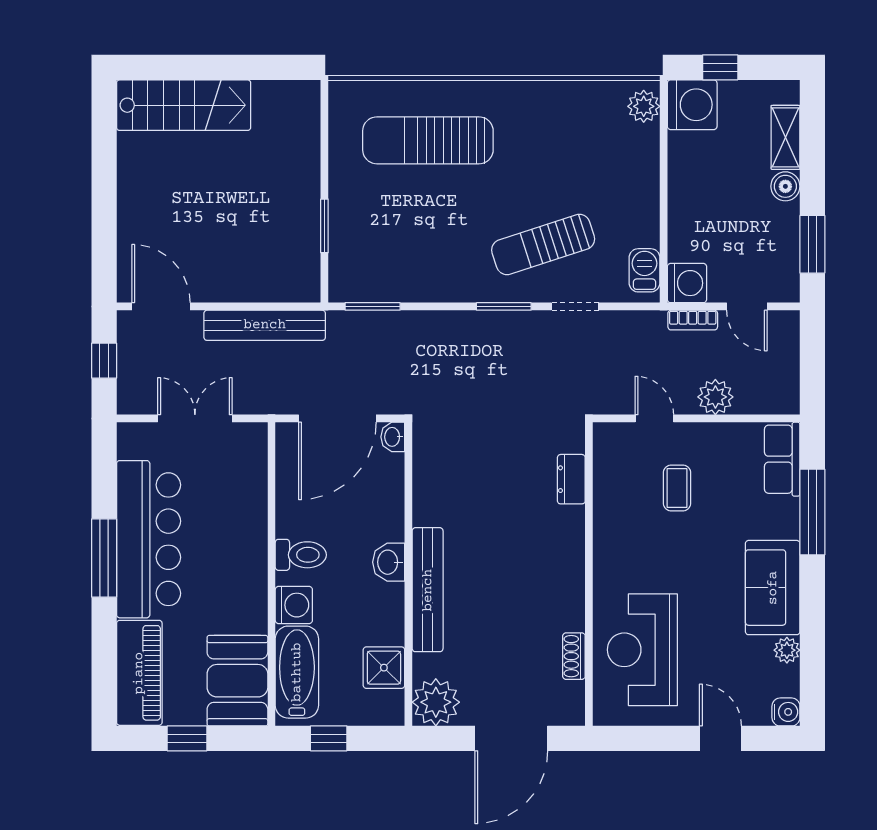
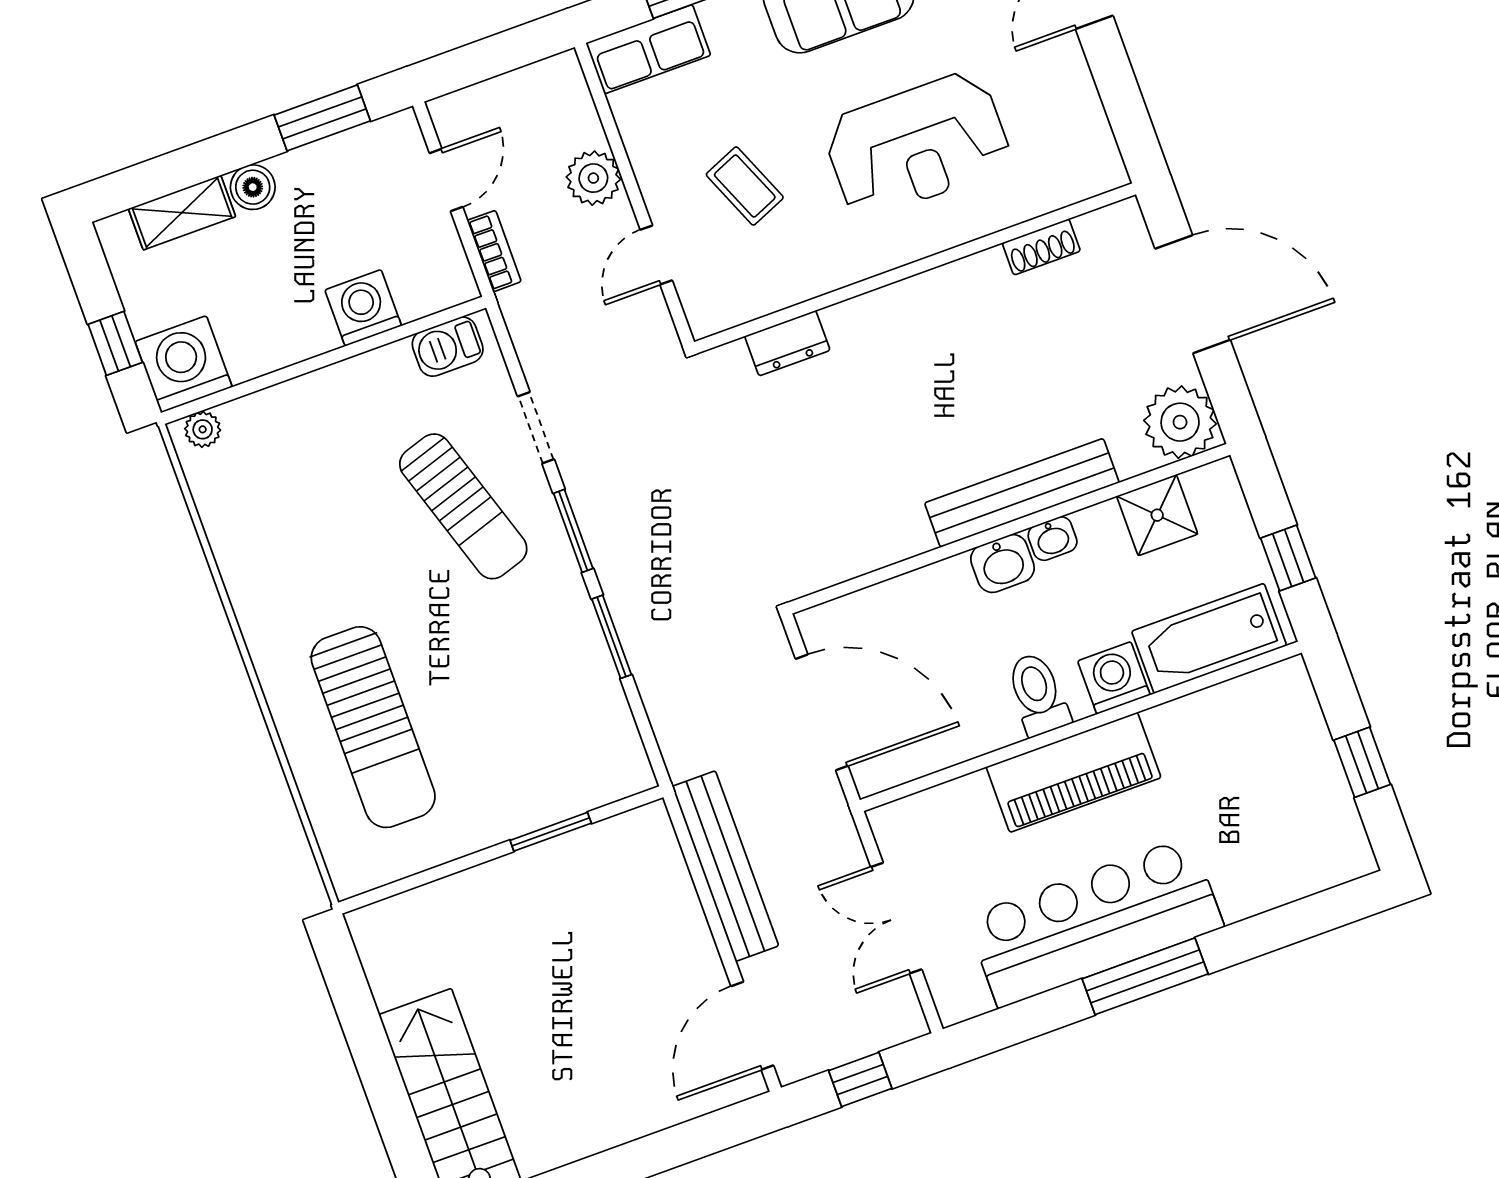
plant: (644, 106) -> (203, 429), width x0.73, depth x0.73
washing machine: (687, 283) -> (363, 308), moved
window: (373, 306) -> (612, 637), moved
washbasin: (393, 437) -> (1053, 539), moved
coffee table: (677, 488) -> (745, 186), turned 67
reception desk: (642, 650) -> (917, 145), moved
piano: (139, 673) -> (1074, 772), moved, turned 180
booth: (237, 681) -> (1253, 720), removed

